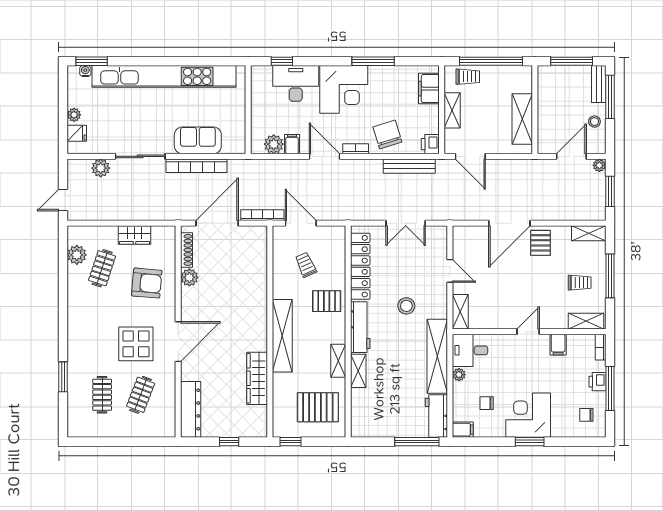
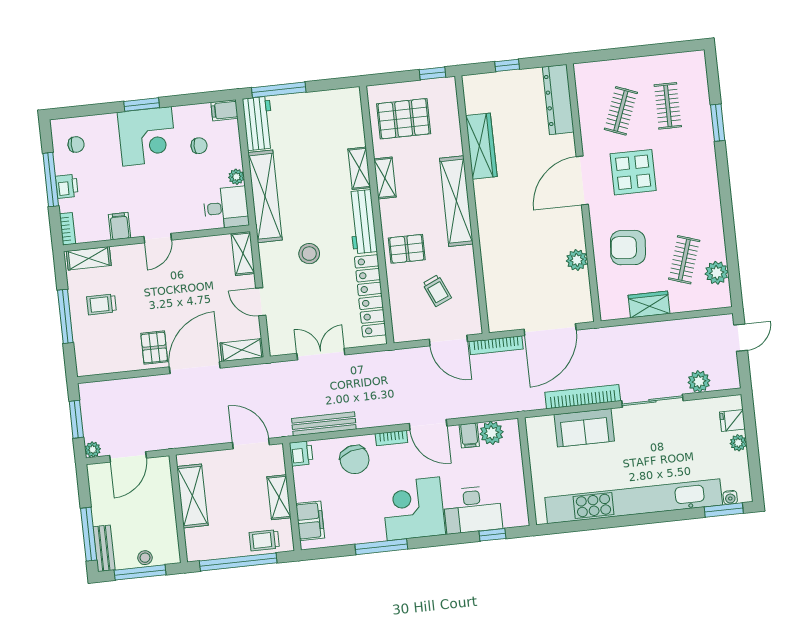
stool: (594, 122) -> (145, 558), moved
shelving: (589, 233) -> (242, 350), moved
shoe rack: (186, 250) -> (584, 293), removed

